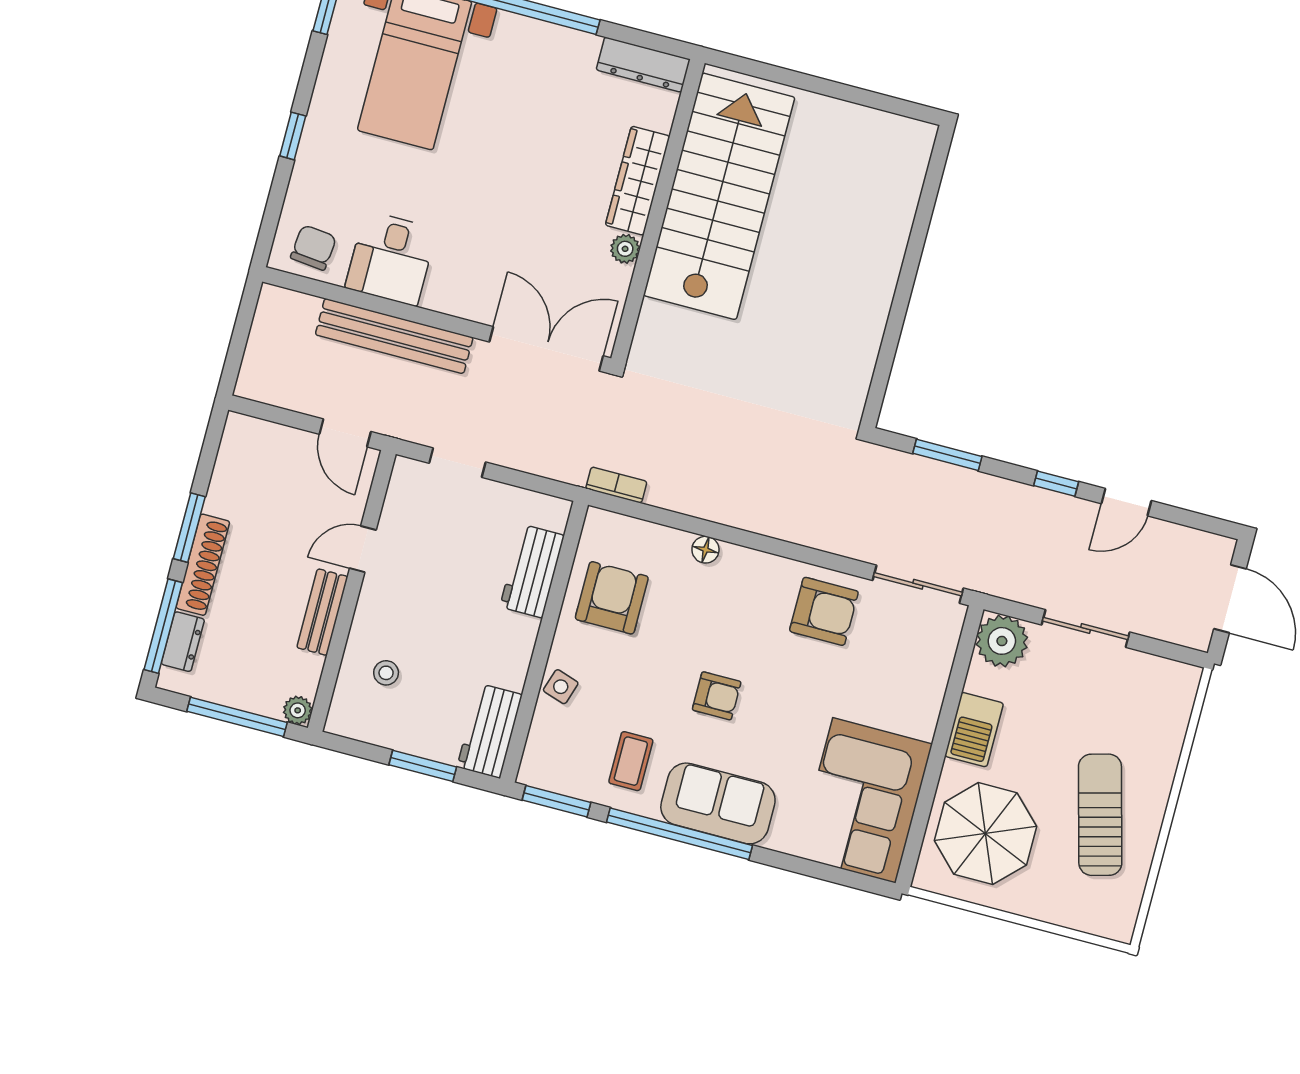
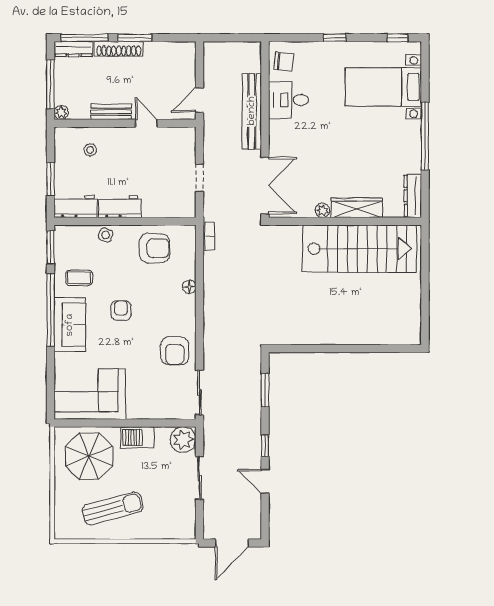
doorway: (457, 463) -> (200, 178), moved
workbench: (532, 571) -> (120, 207), moved
dresser: (183, 642) -> (74, 49), width x1.44
armchair: (717, 696) -> (121, 310), turned 180

